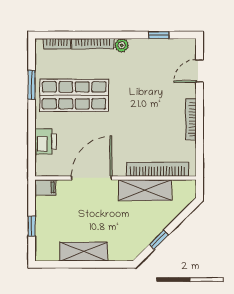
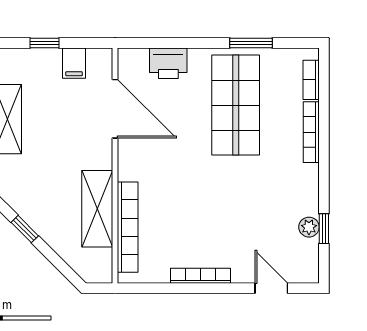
plant: (122, 45) -> (309, 227), moved
door: (91, 178) -> (115, 109), moved
filing cabinet: (45, 187) -> (74, 63), moved

